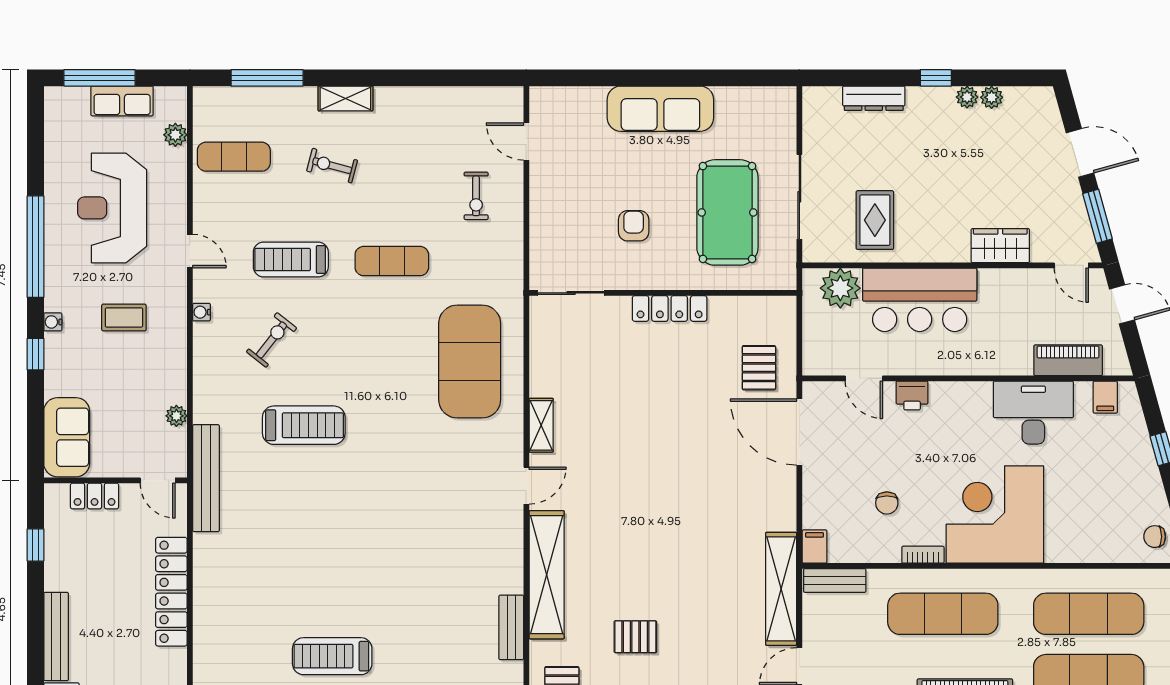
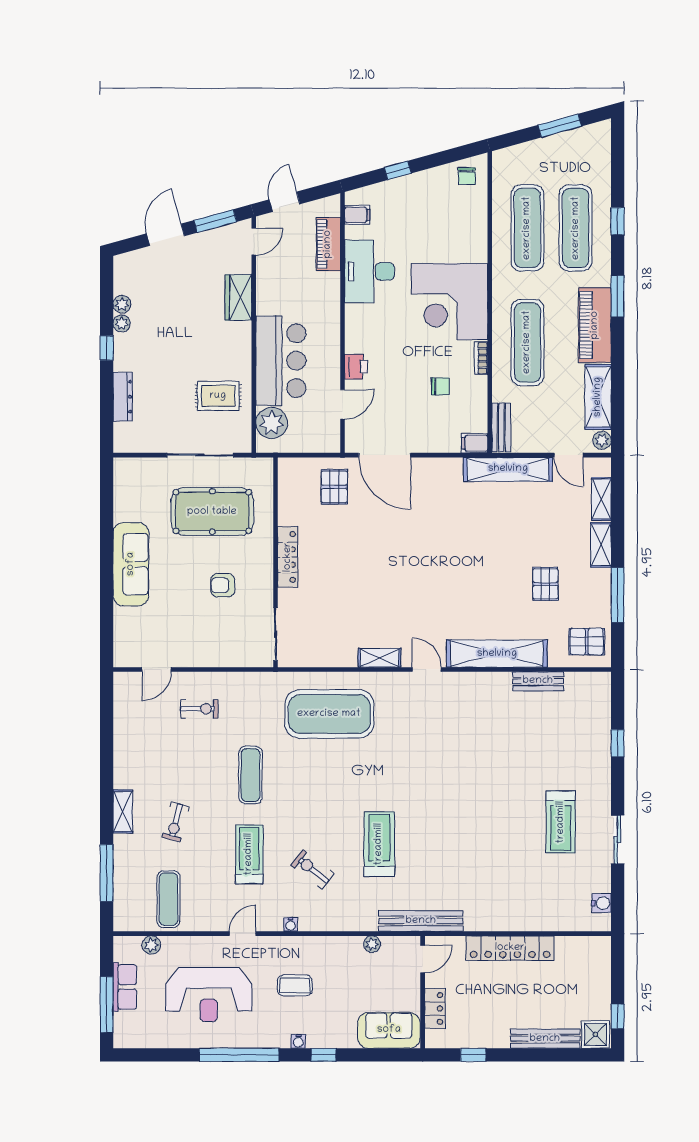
treadmill: (291, 259) -> (249, 854), turned 180
coffee table: (124, 317) -> (295, 985), turned 90
pallet: (759, 368) -> (334, 487), turned 90
door: (799, 432) -> (385, 455), hinge flipped

